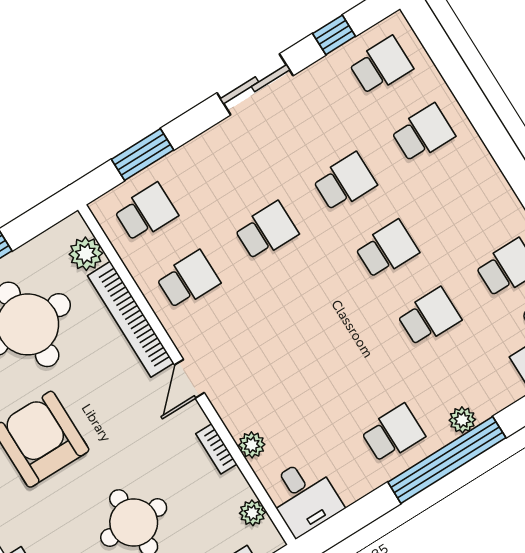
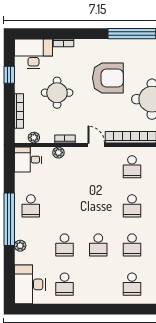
plant: (462, 420) -> (20, 246), moved

